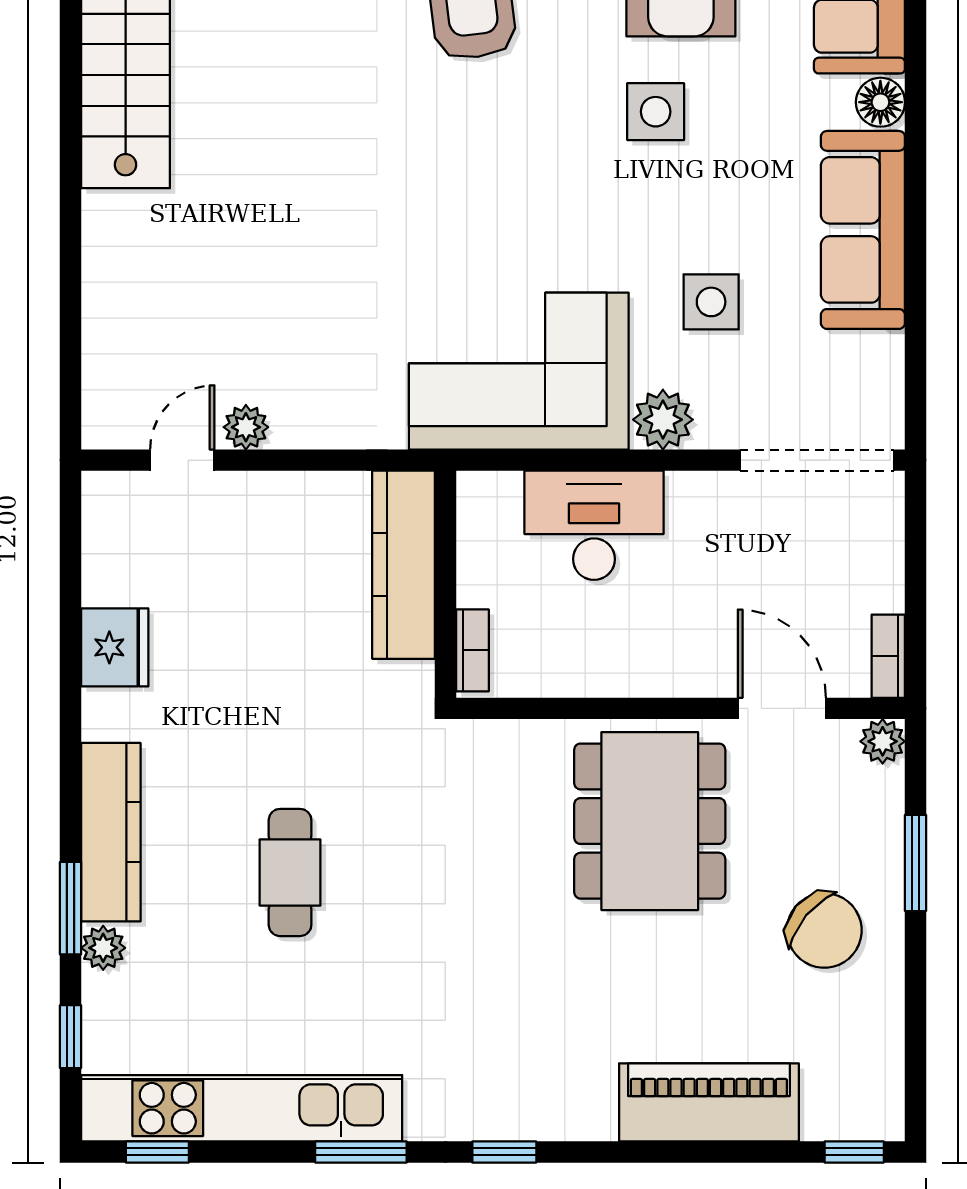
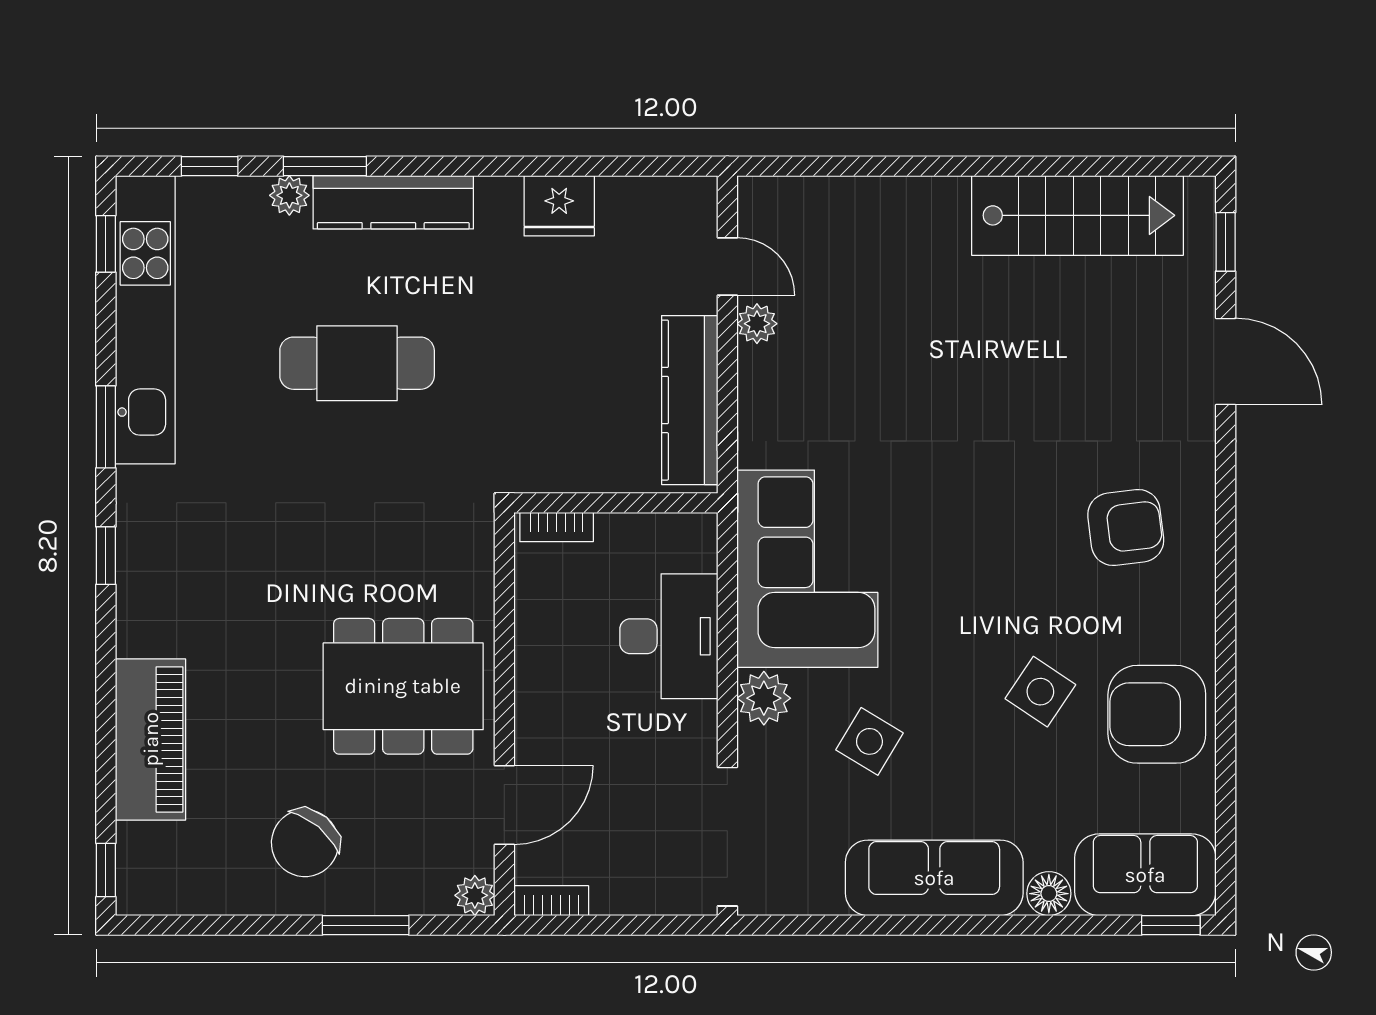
side table: (656, 112) -> (1040, 692), turned 34
side table: (711, 302) -> (869, 741), turned 31
kitchen counter: (404, 565) -> (690, 400), moved, turned -90
cafe table: (290, 872) -> (357, 363), width x1.37, depth x1.35

